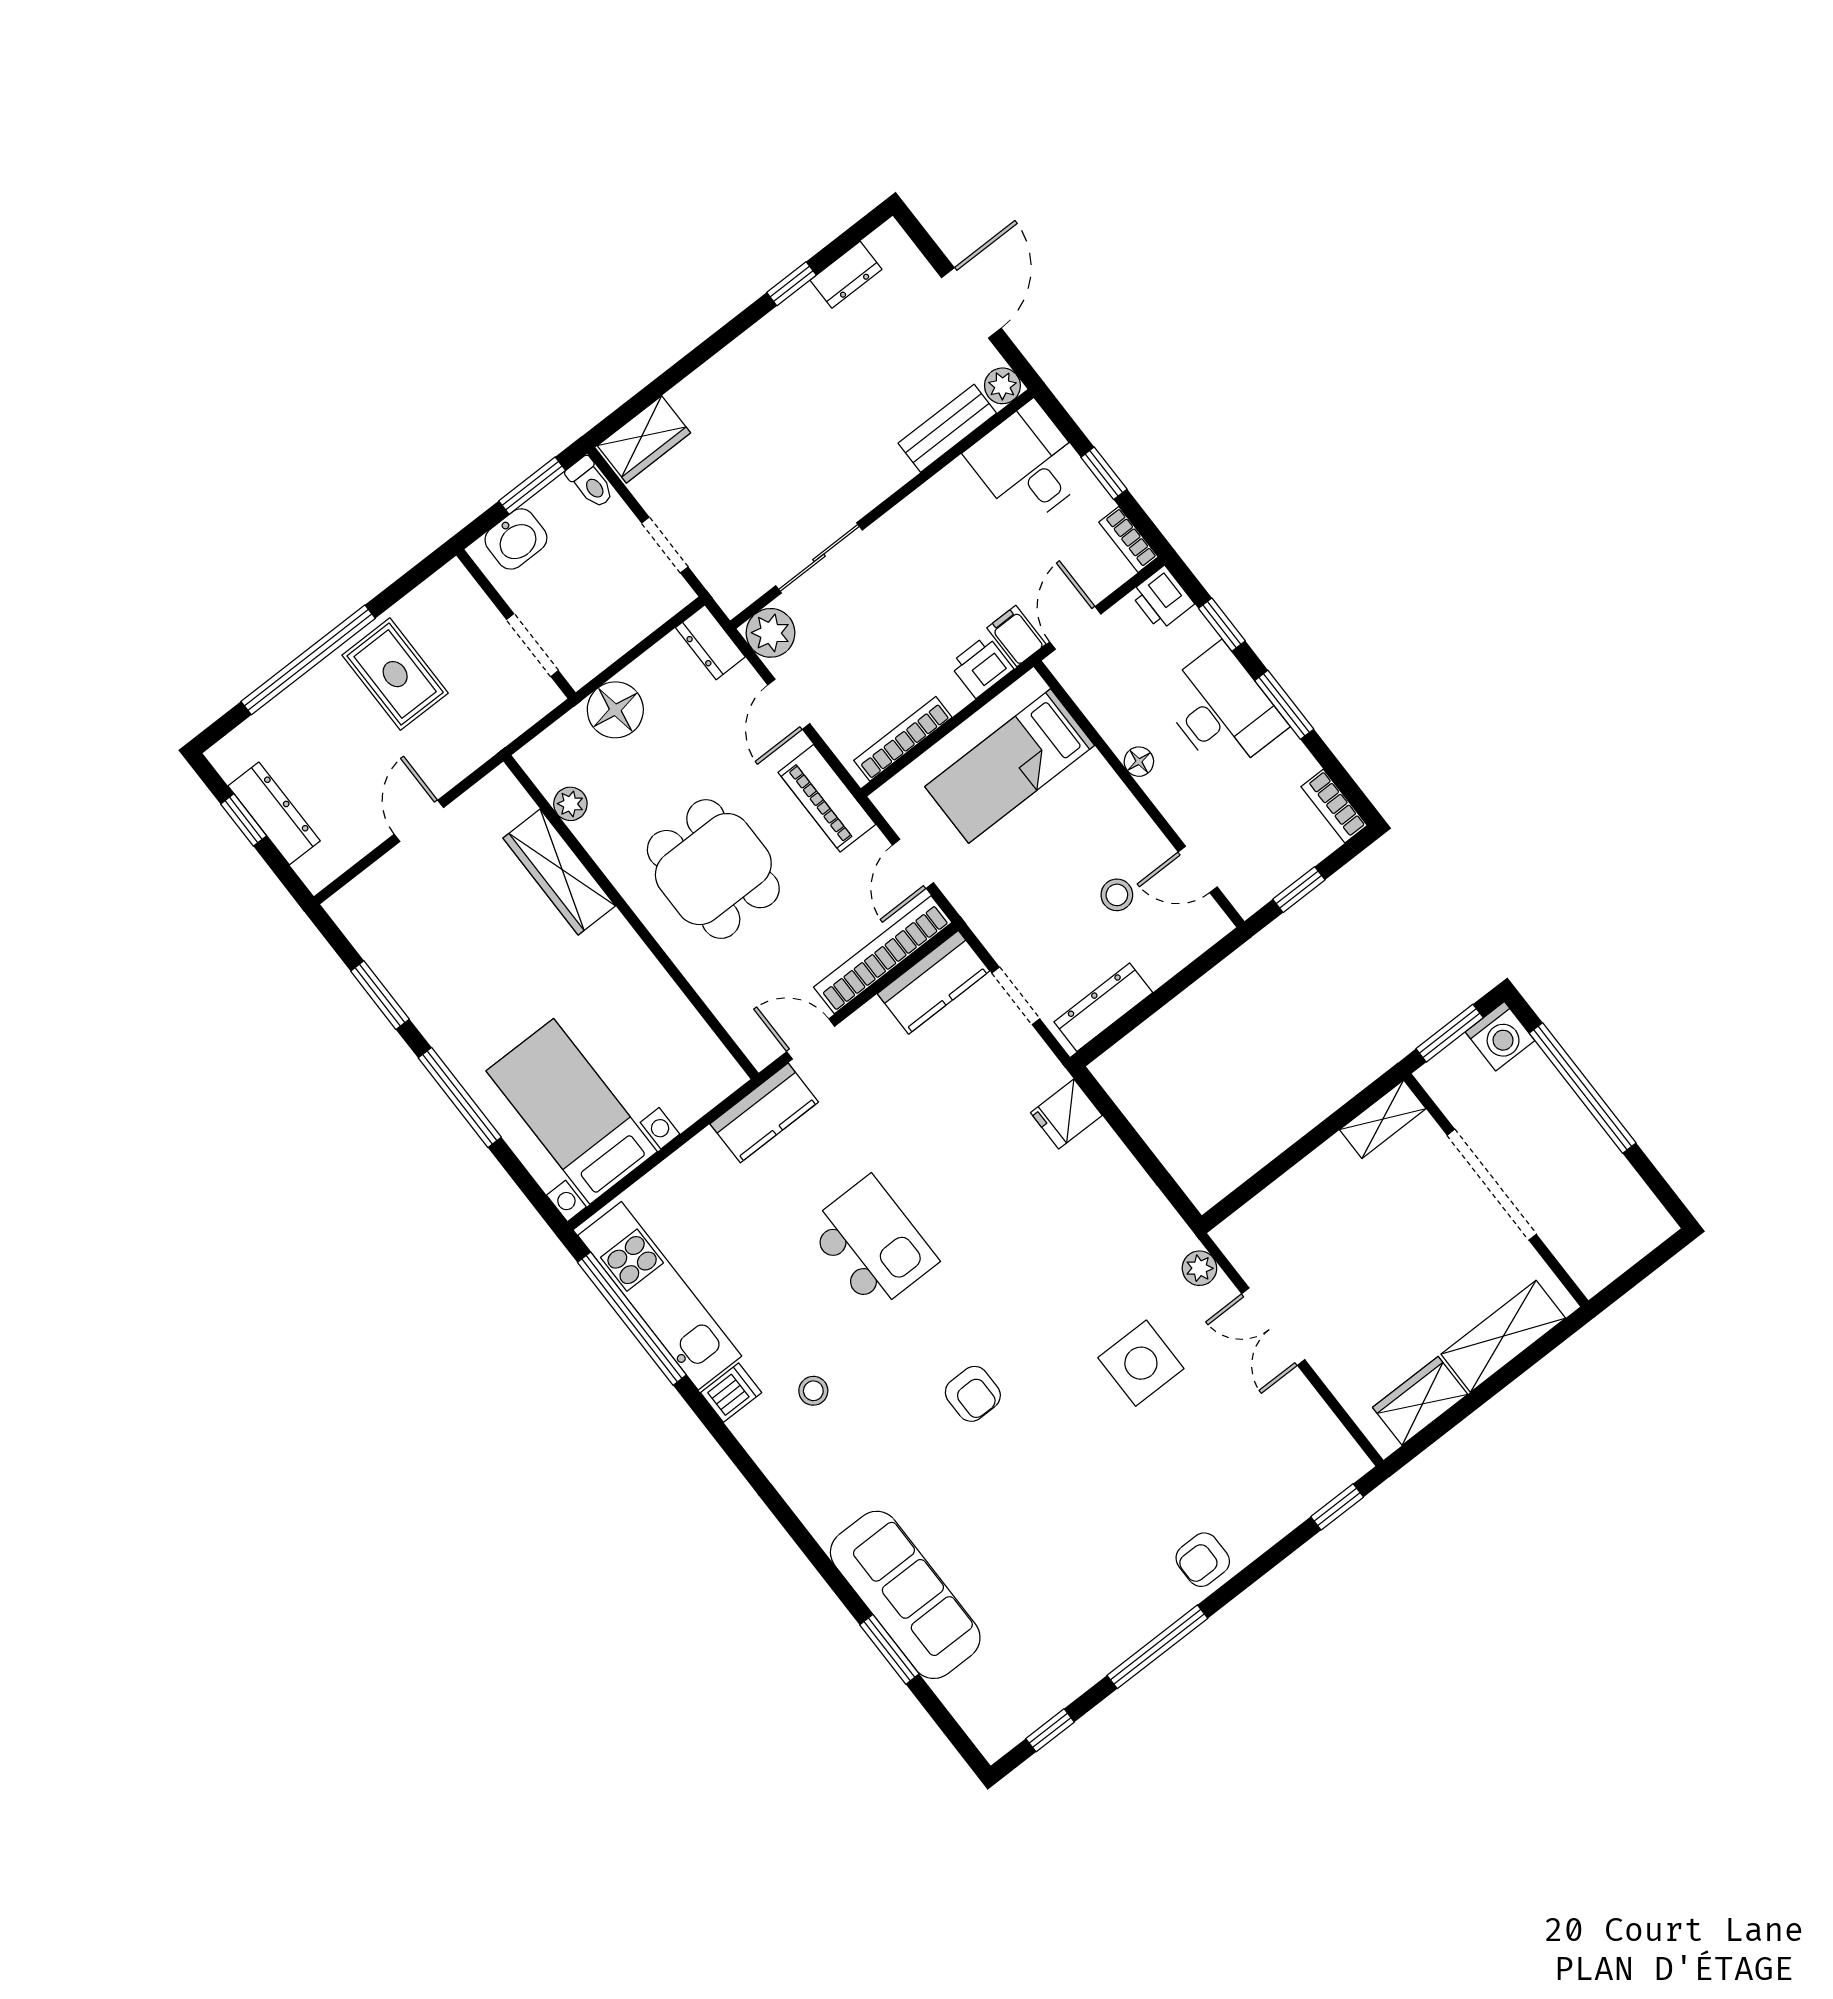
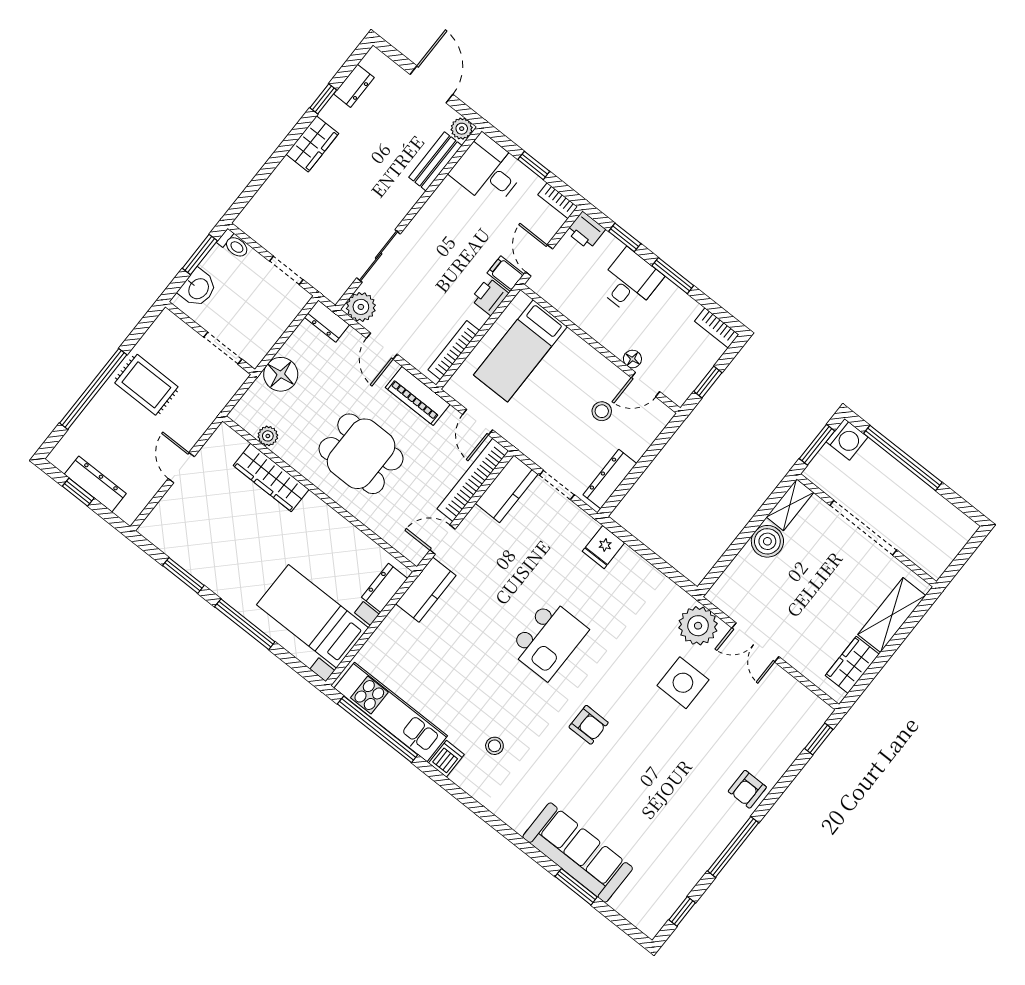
wardrobe: (644, 439) -> (312, 144), moved
desk: (1222, 710) -> (630, 282), width x0.73
floor lamp: (1139, 762) -> (632, 359), moved
dresser: (699, 1094) -> (385, 588), added
boiler: (1332, 1169) -> (767, 541), added
kitchen island: (872, 1243) -> (548, 640), moved, turned 90
plant: (1199, 1268) -> (698, 626), width x1.88, depth x1.88

